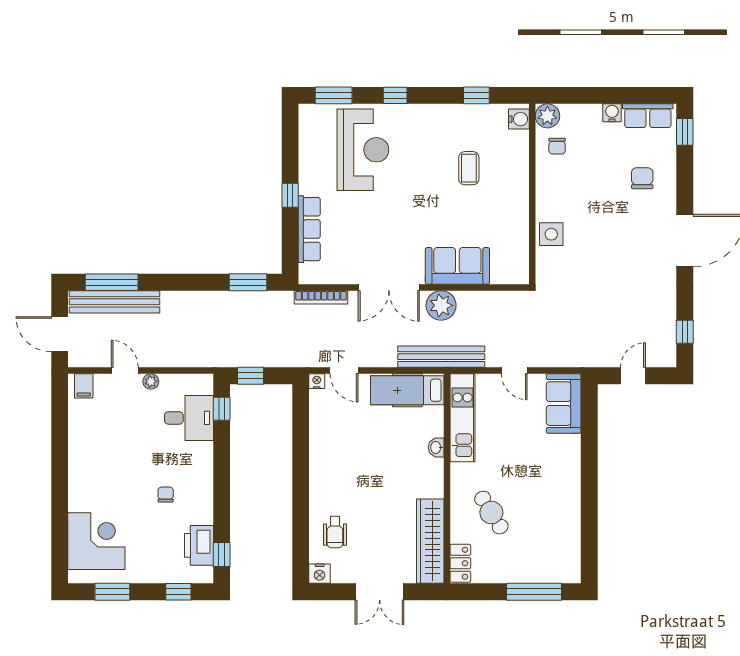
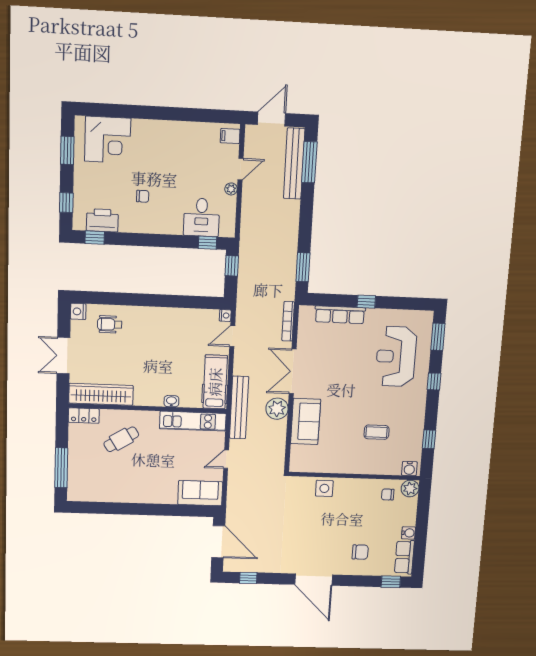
reception desk: (363, 150) -> (396, 357), turned 90
door: (633, 376) -> (218, 542), width x1.88

